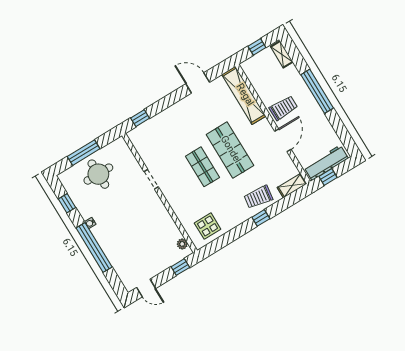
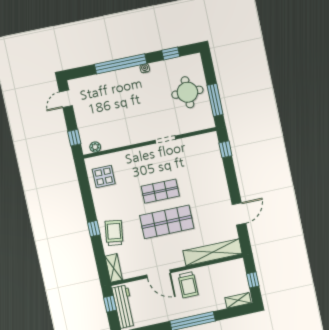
window: (84, 153) -> (215, 100), moved

